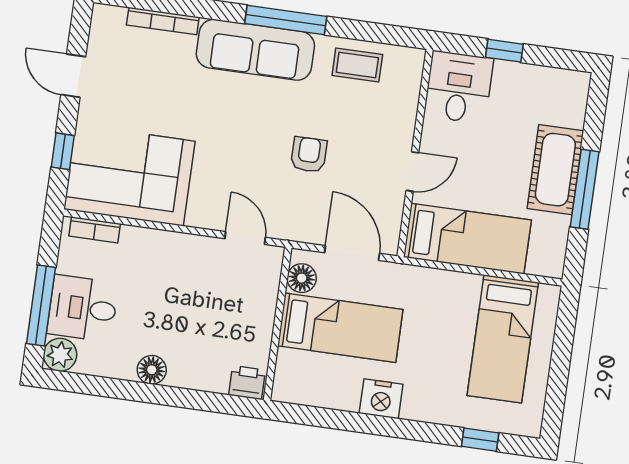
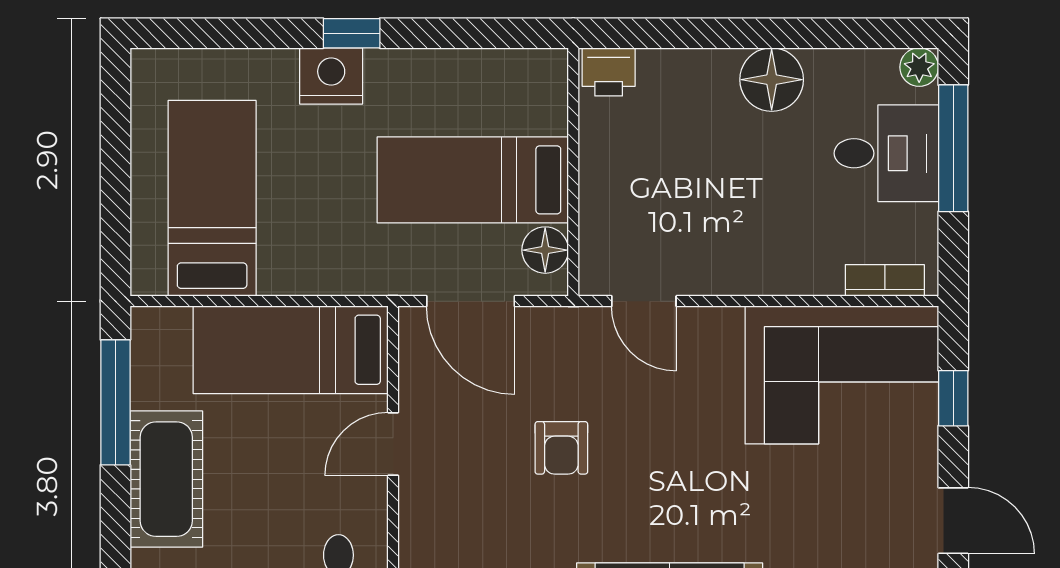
window: (585, 189) -> (115, 402), moved
plant: (60, 355) -> (919, 67), width x0.73, depth x0.73
floor lamp: (152, 370) -> (772, 80), width x1.38, depth x1.38
nightstand: (381, 399) -> (331, 76), moved
window: (480, 440) -> (352, 33), moved

